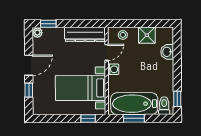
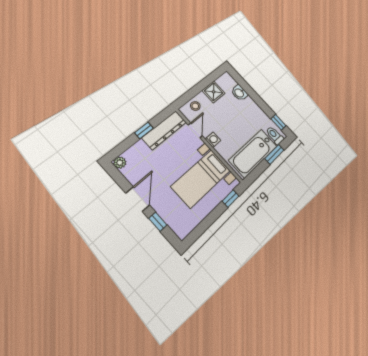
window: (48, 24) -> (144, 130), moved
window: (134, 118) -> (274, 154), moved

